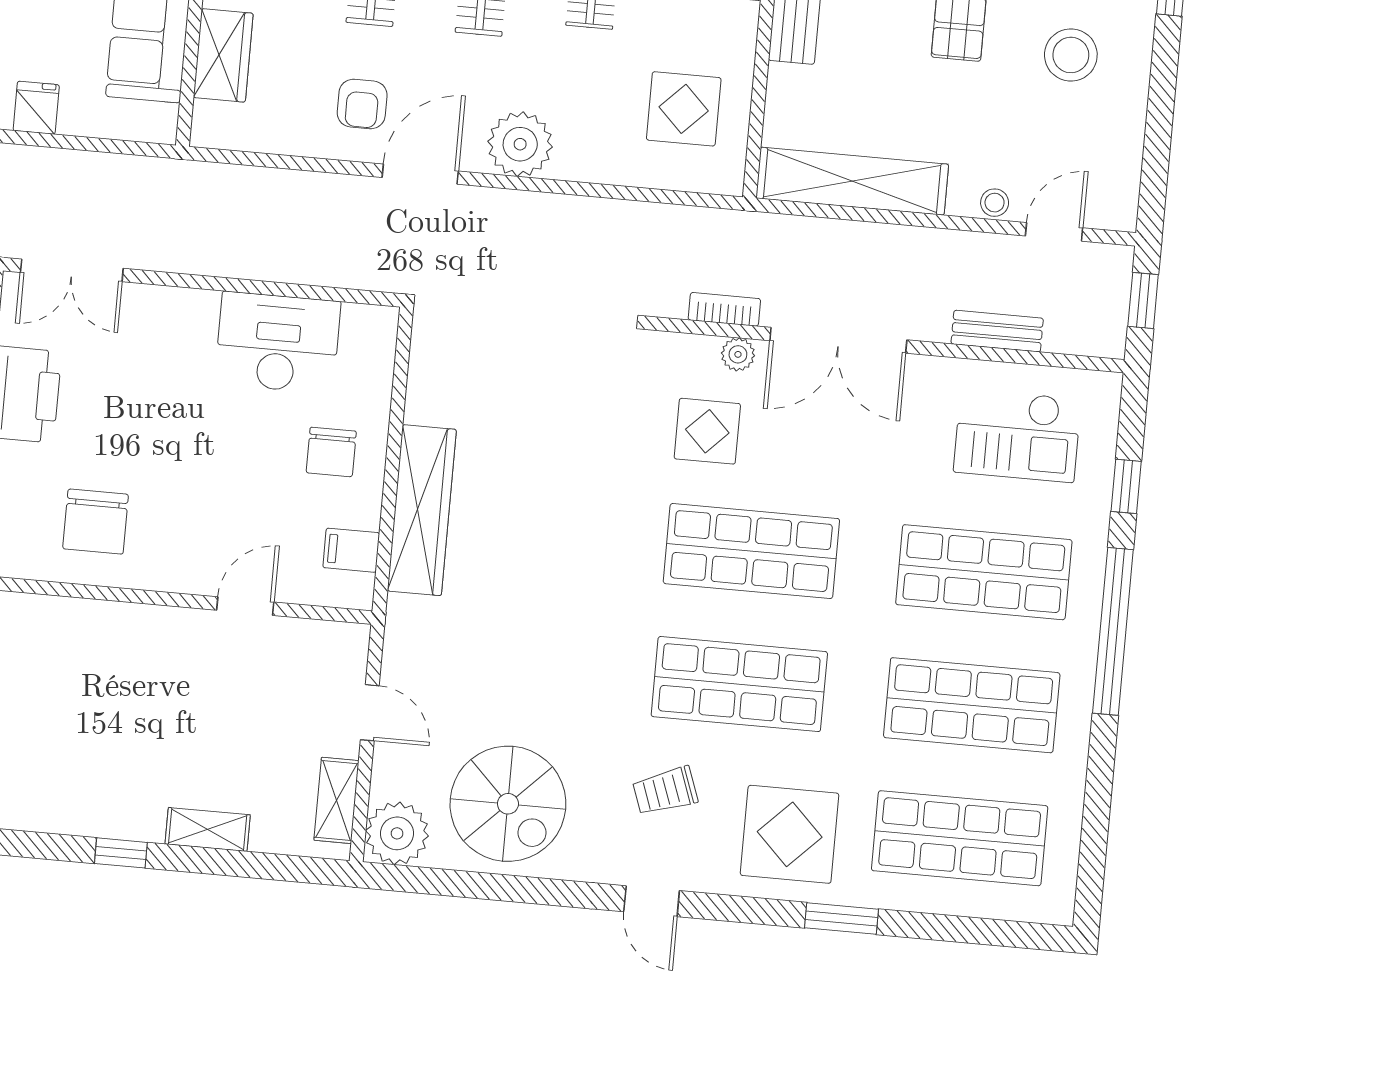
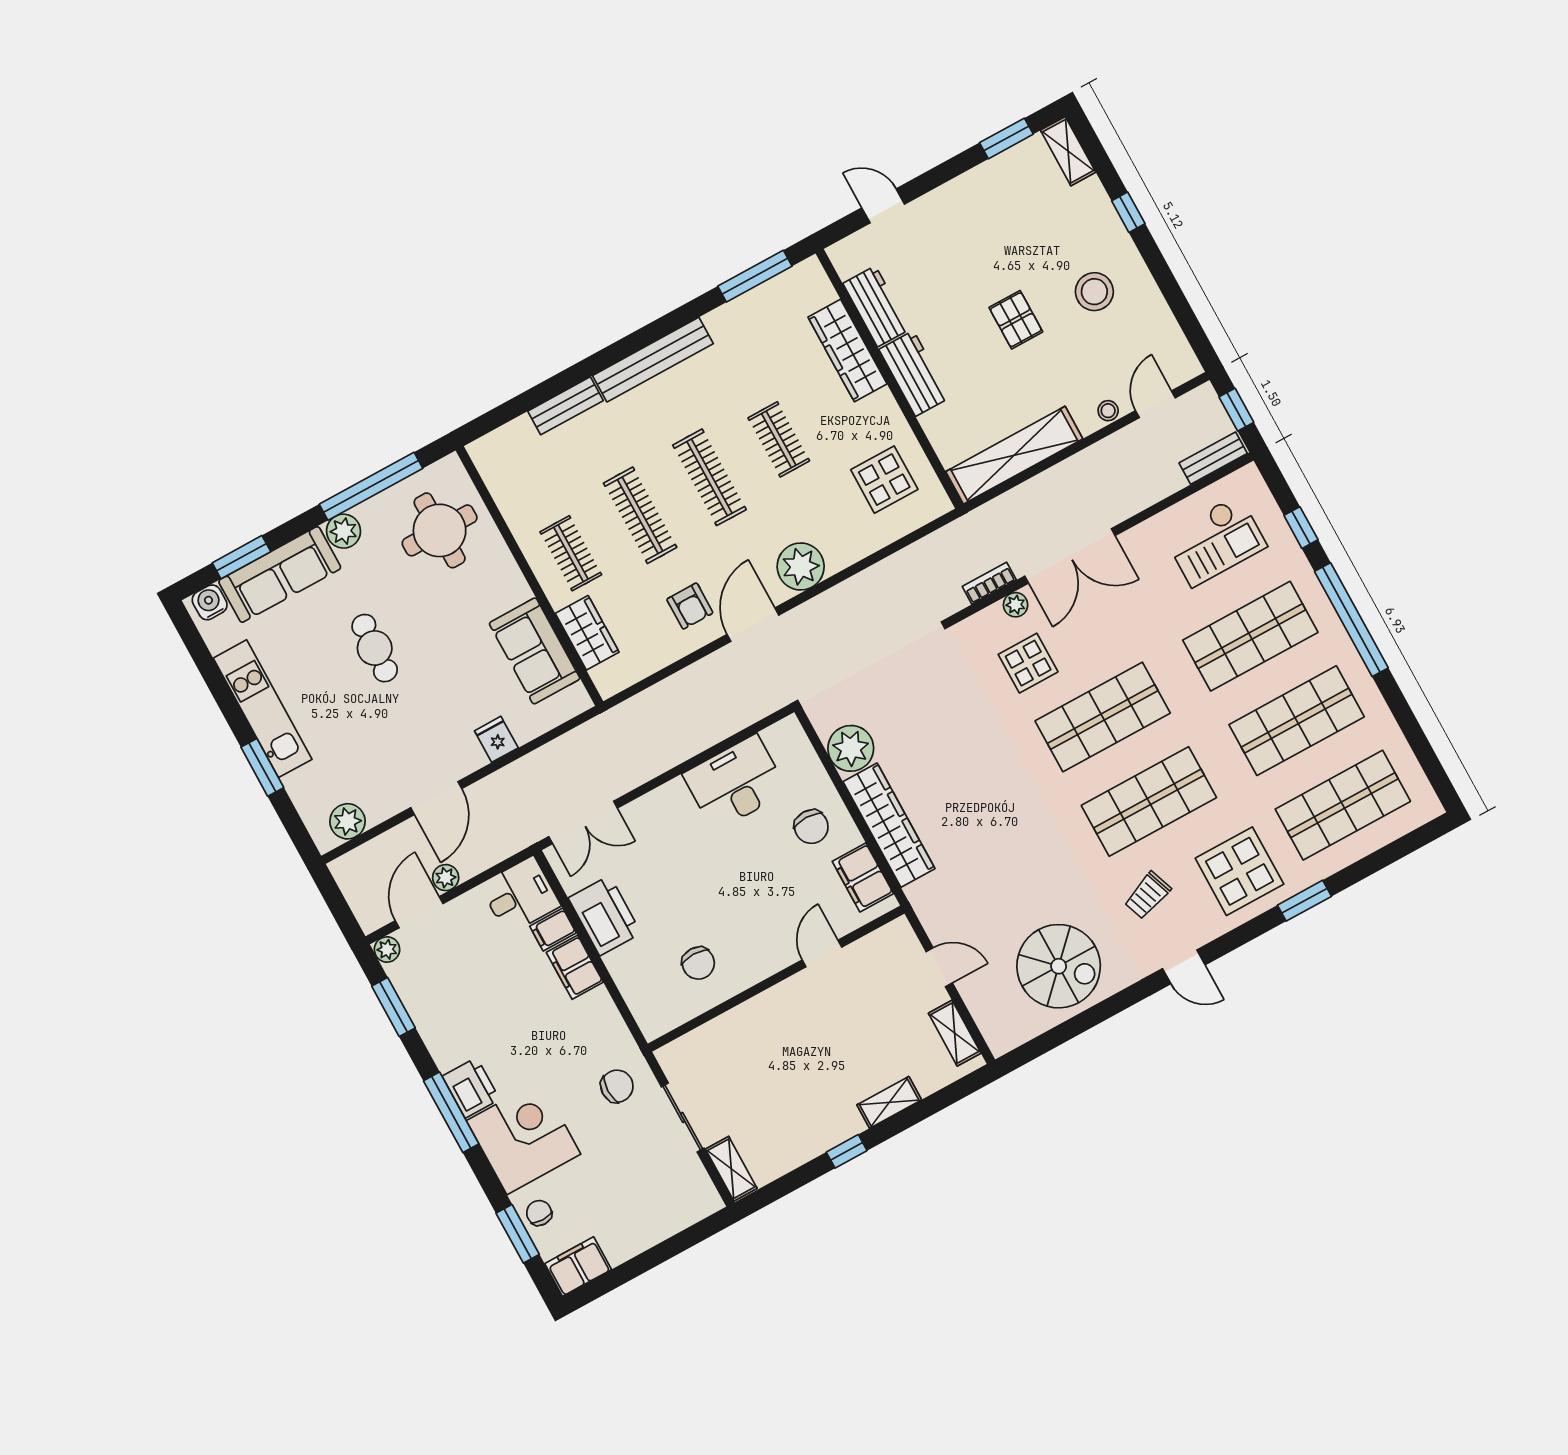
bench: (997, 331) -> (1213, 458), moved
chair: (96, 522) -> (698, 963), width x0.73, depth x0.73
filing cabinet: (351, 550) -> (863, 877), width x2.00
plant: (397, 833) -> (851, 748), moved

